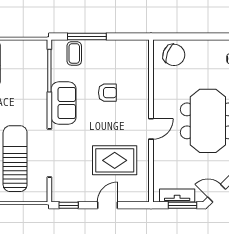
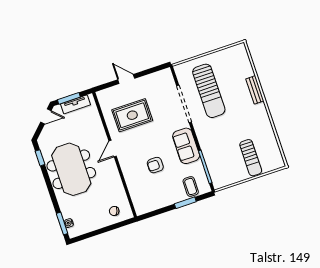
window: (87, 37) -> (185, 203), width x0.69
chair: (174, 55) -> (114, 211), width x0.54, depth x0.54
window: (69, 205) -> (156, 69), removed
door: (107, 205) -> (126, 79), swing flipped

